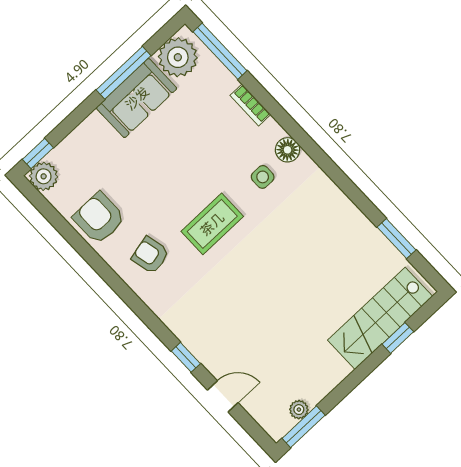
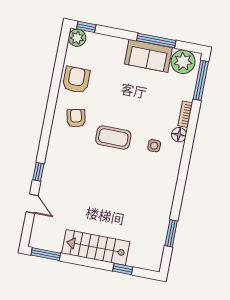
floor lamp: (288, 150) -> (179, 135), moved
stairs: (380, 318) -> (96, 247), moved
plant: (299, 410) -> (53, 246), removed

